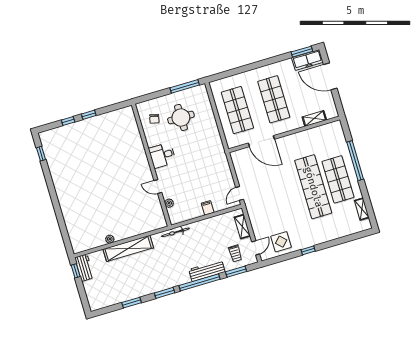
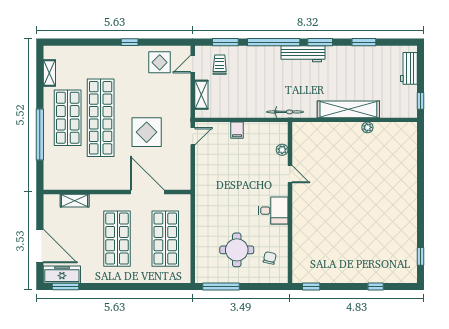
window: (89, 115) -> (311, 286), moved
display table: (275, 186) -> (147, 132), added
workbench: (84, 268) -> (409, 68), moved
workbench: (207, 271) -> (303, 54), moved

